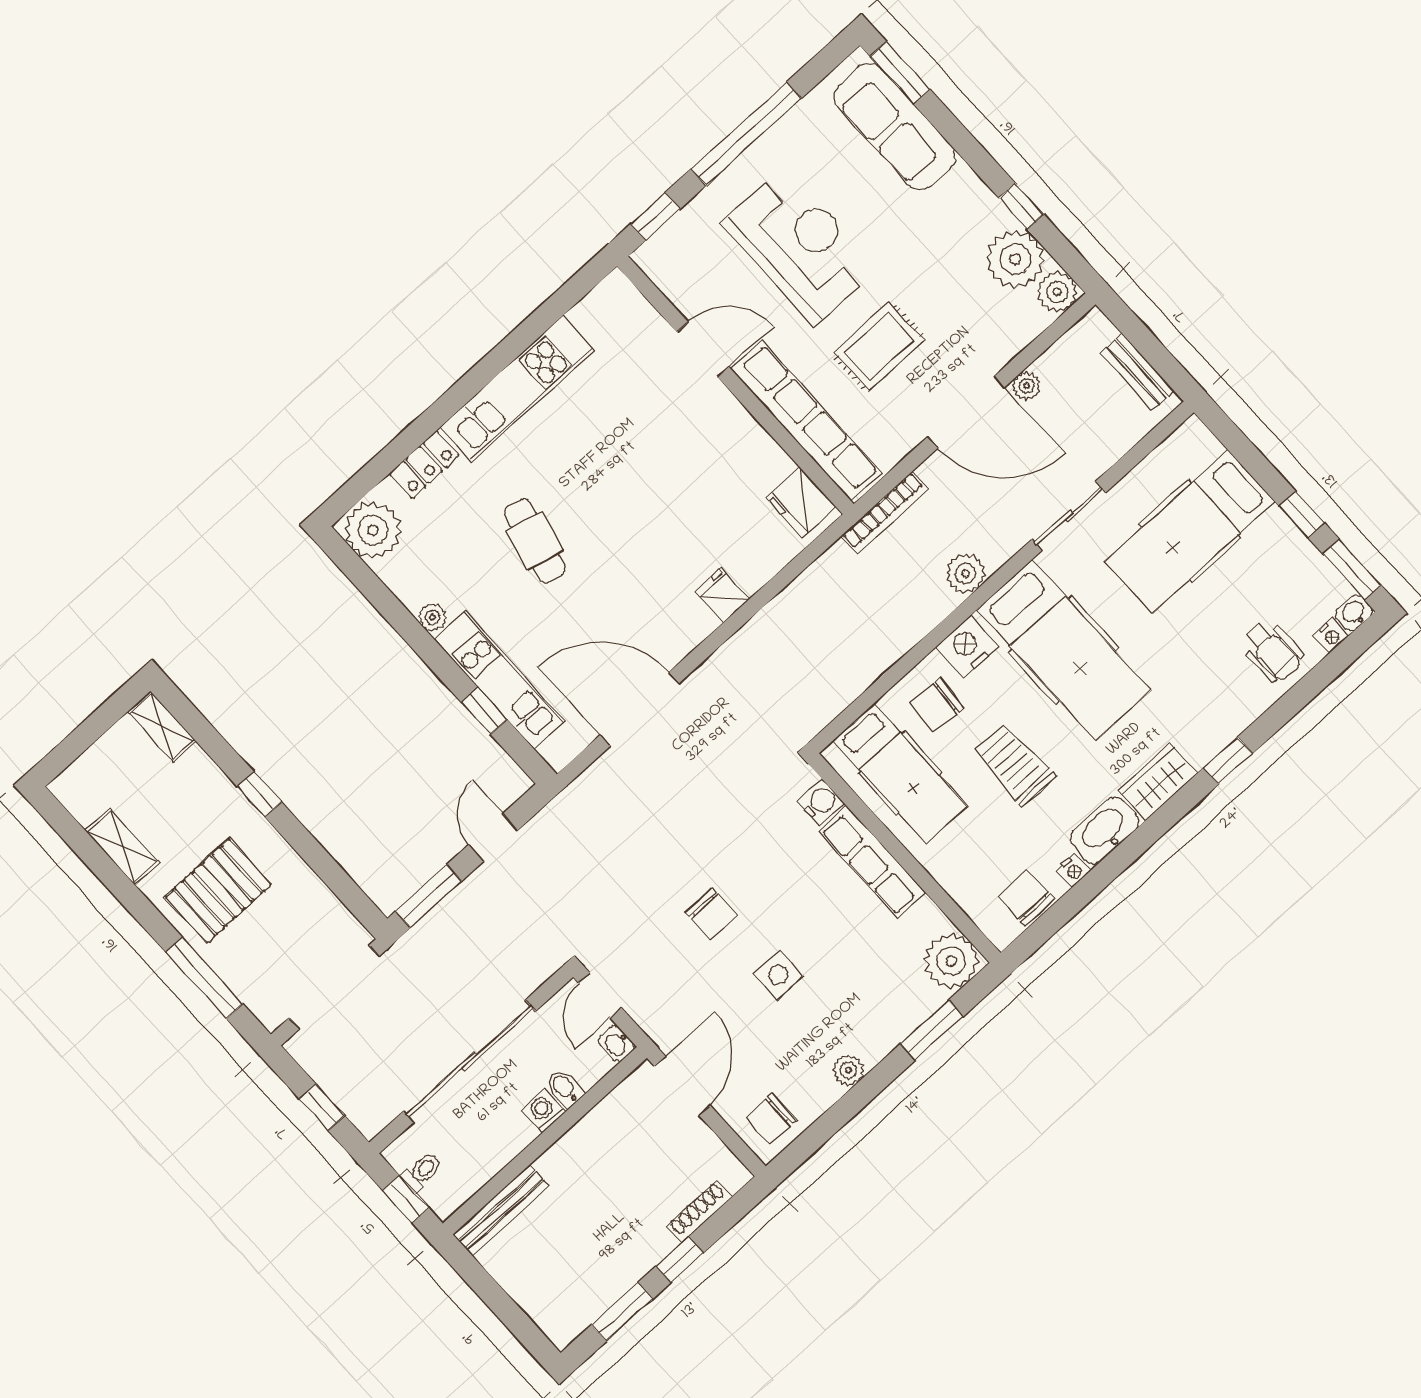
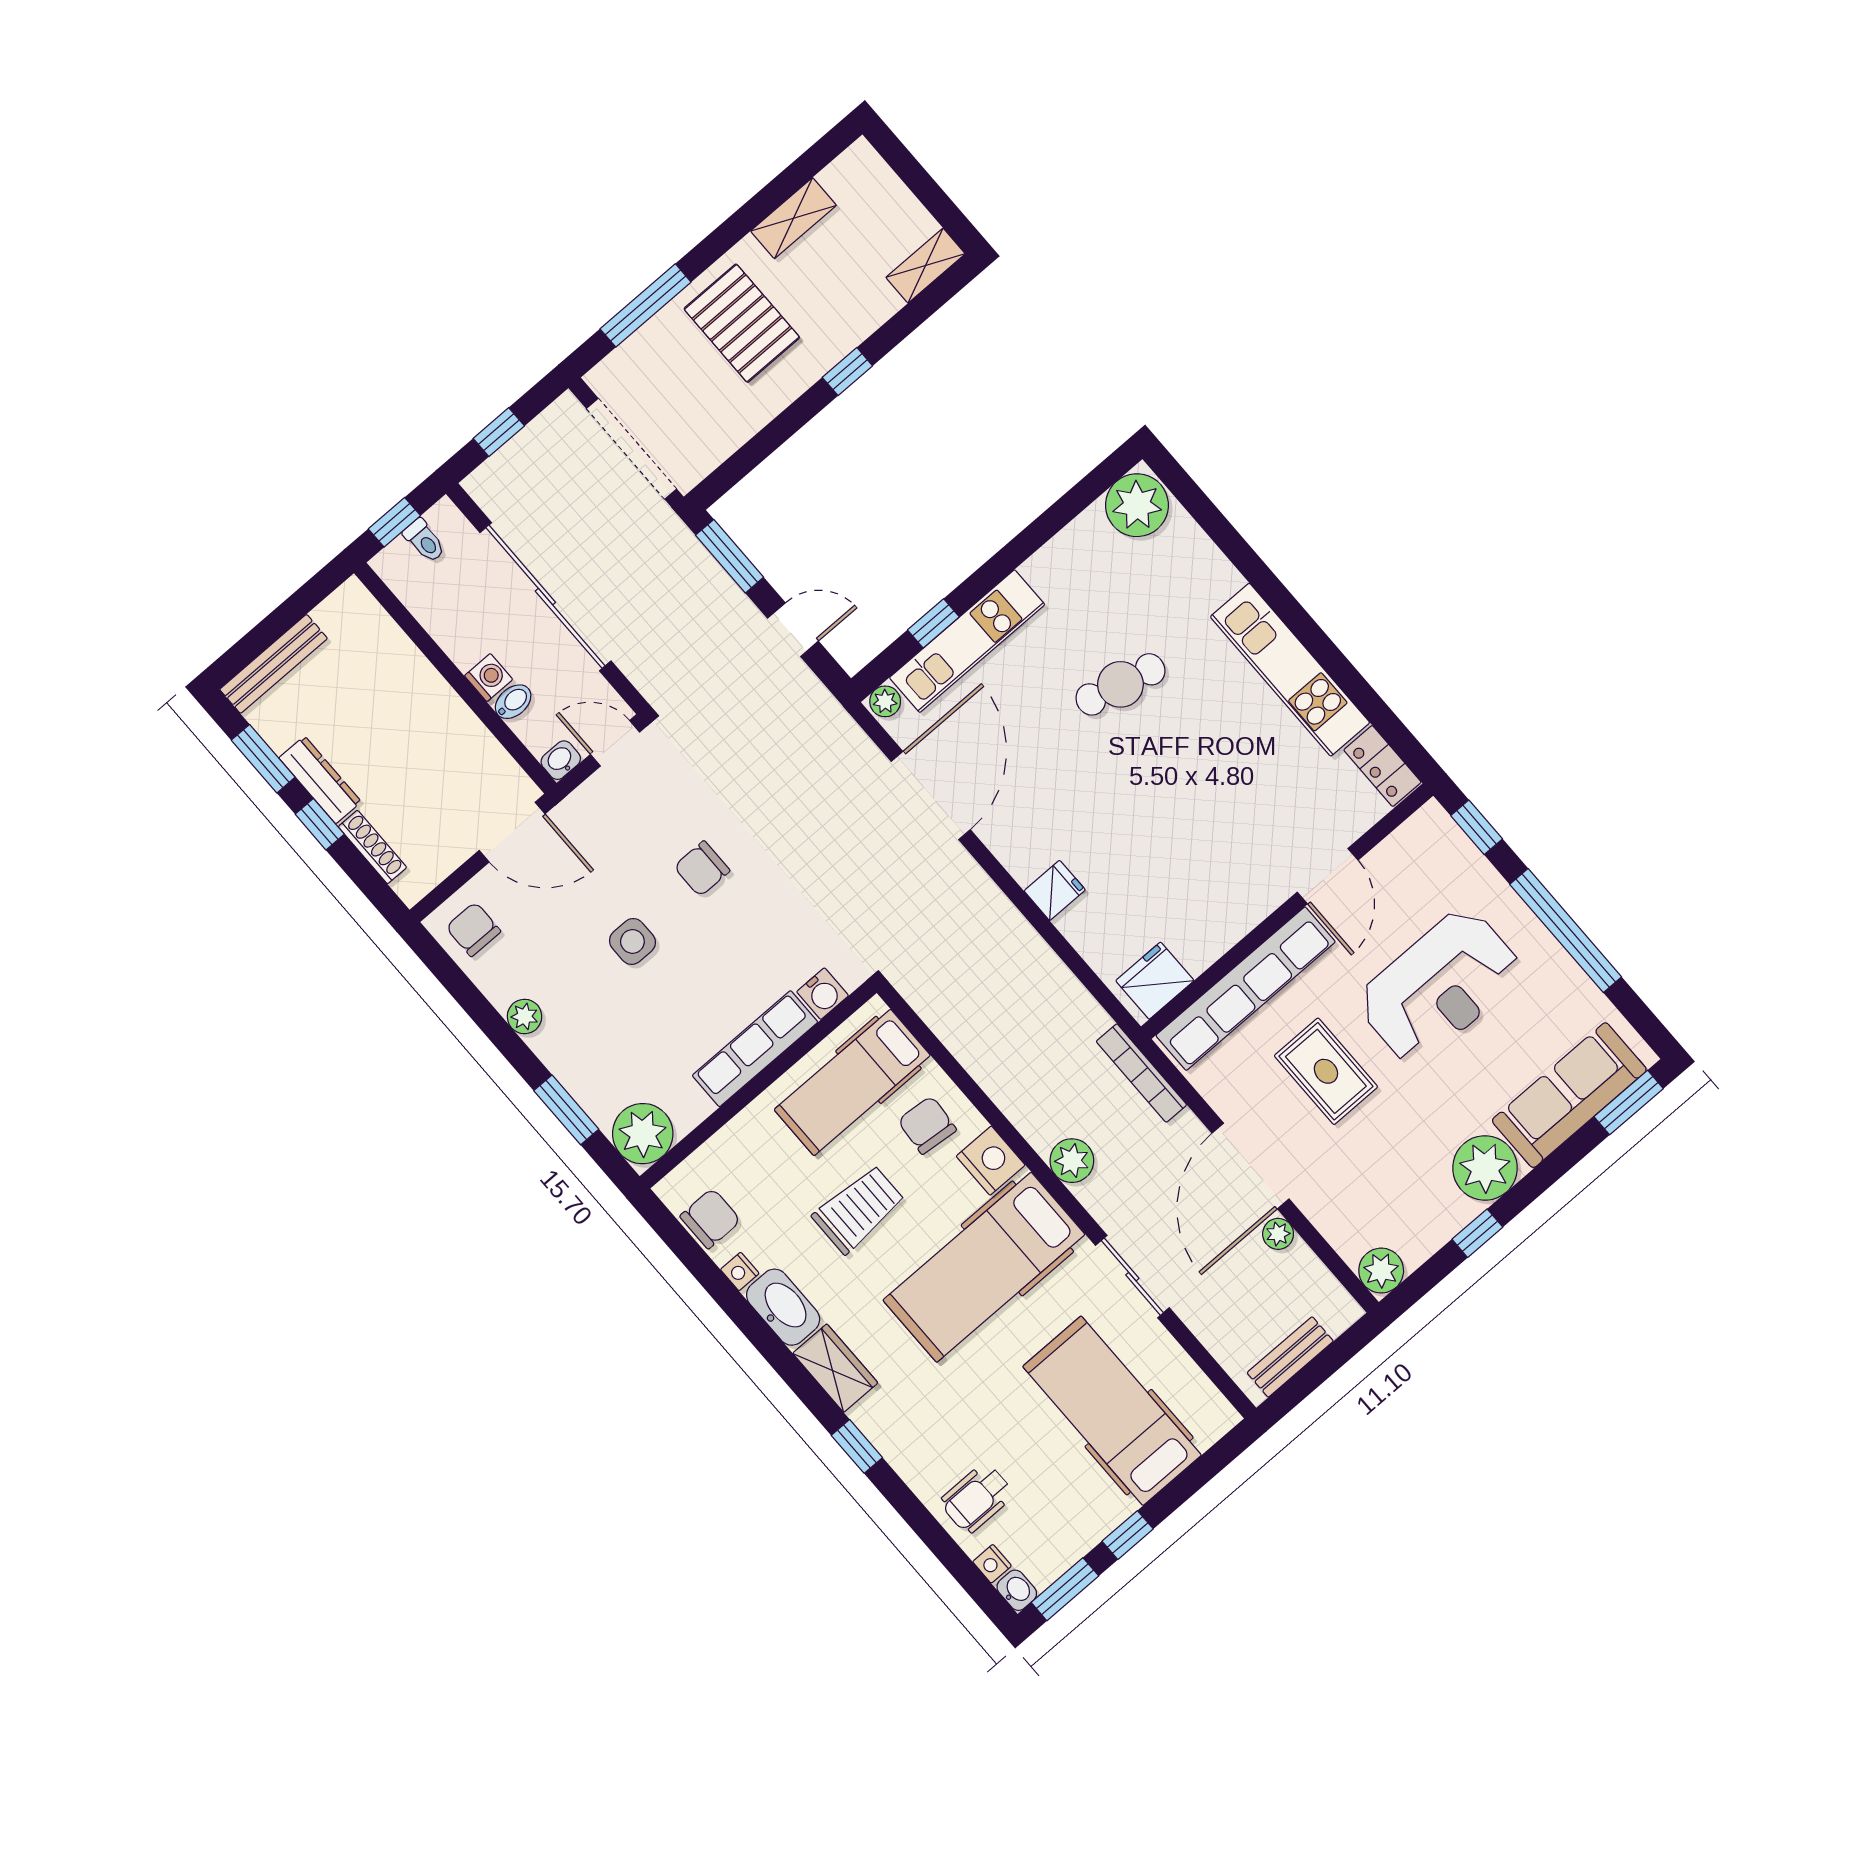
plant: (1015, 259) -> (1485, 1168), moved
locker: (424, 465) -> (1382, 766), moved
plant: (433, 617) -> (885, 701), moved
bench: (501, 1210) -> (274, 664), moved, turned 90
dresser: (640, 1260) -> (320, 780), added

